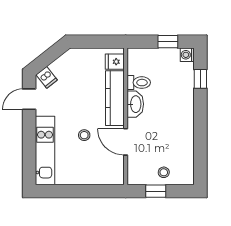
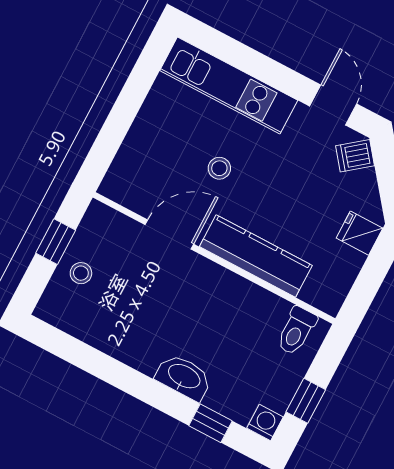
fridge: (115, 62) -> (359, 233), moved, turned -90
toilet: (139, 83) -> (296, 331), moved
washbasin: (135, 104) -> (184, 377), moved, turned 180

